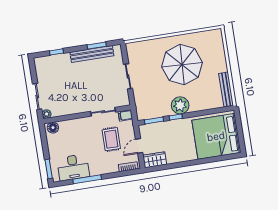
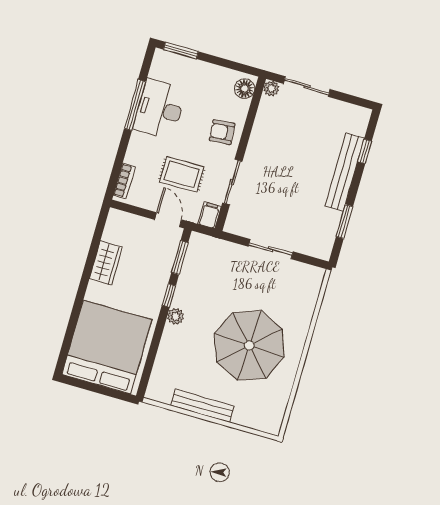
bench: (92, 54) -> (345, 172), moved
bench: (226, 89) -> (202, 406), moved
plant: (180, 105) -> (176, 316), width x0.53, depth x0.53
armchair: (80, 129) -> (222, 132), added
door: (139, 146) -> (168, 220), moved
wardrobe: (155, 160) -> (106, 263), moved
desk: (73, 167) -> (160, 109), moved

